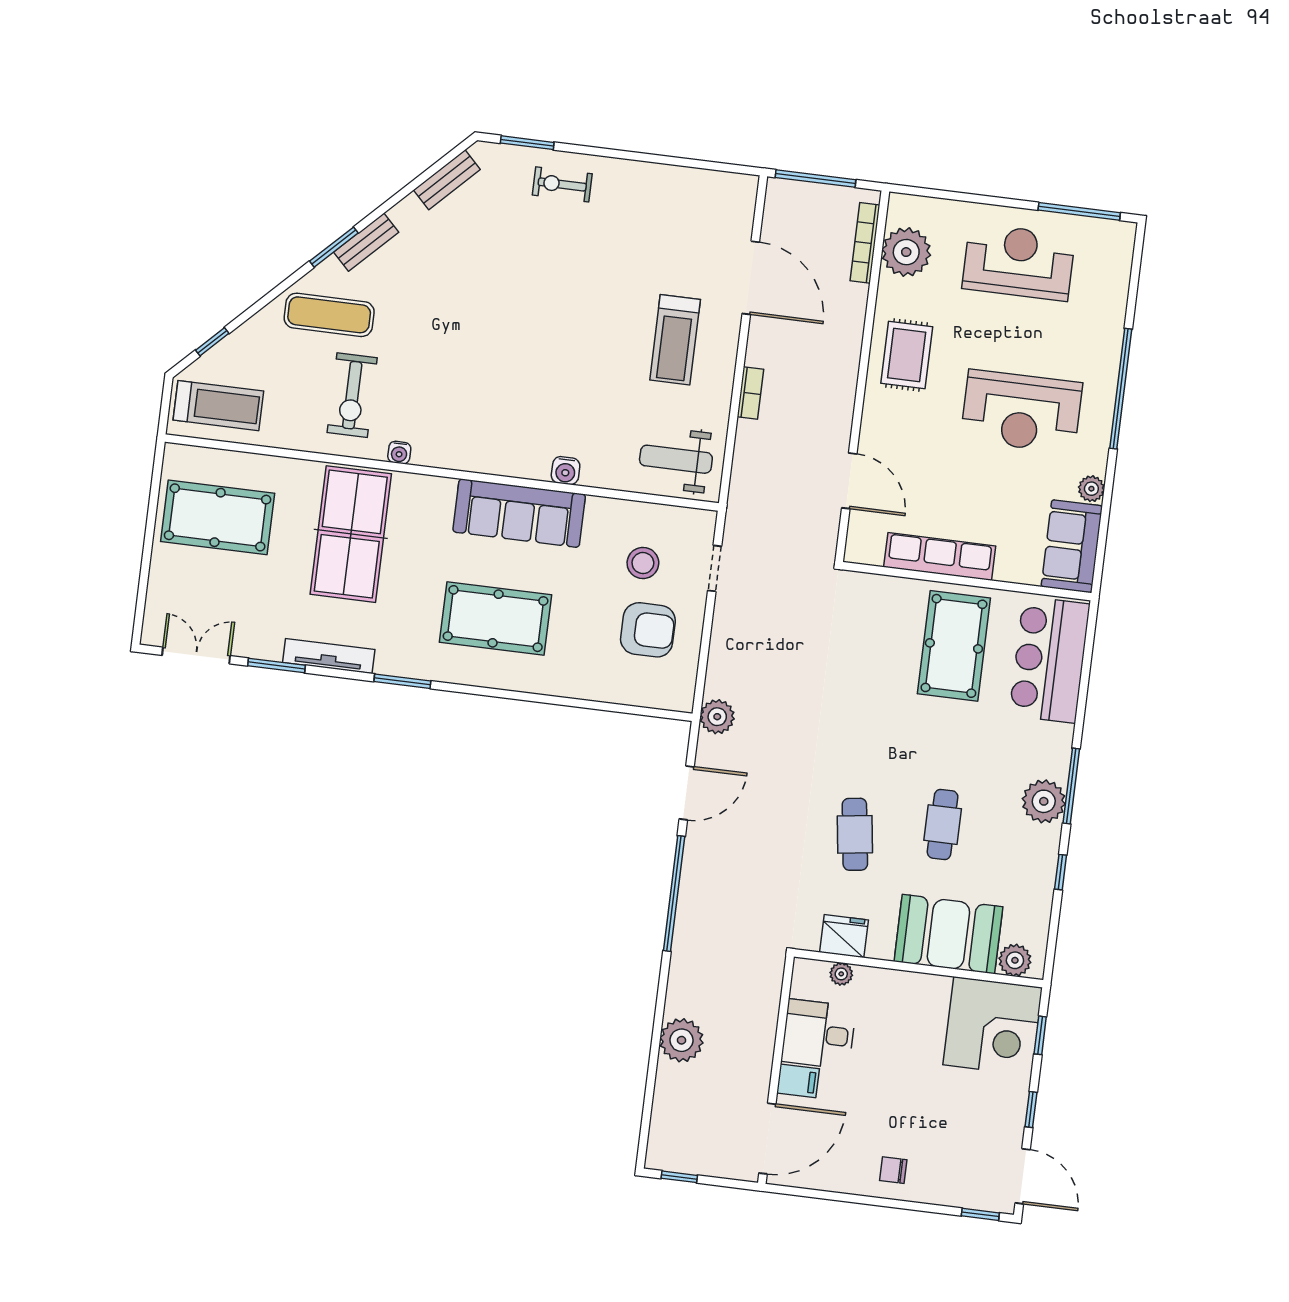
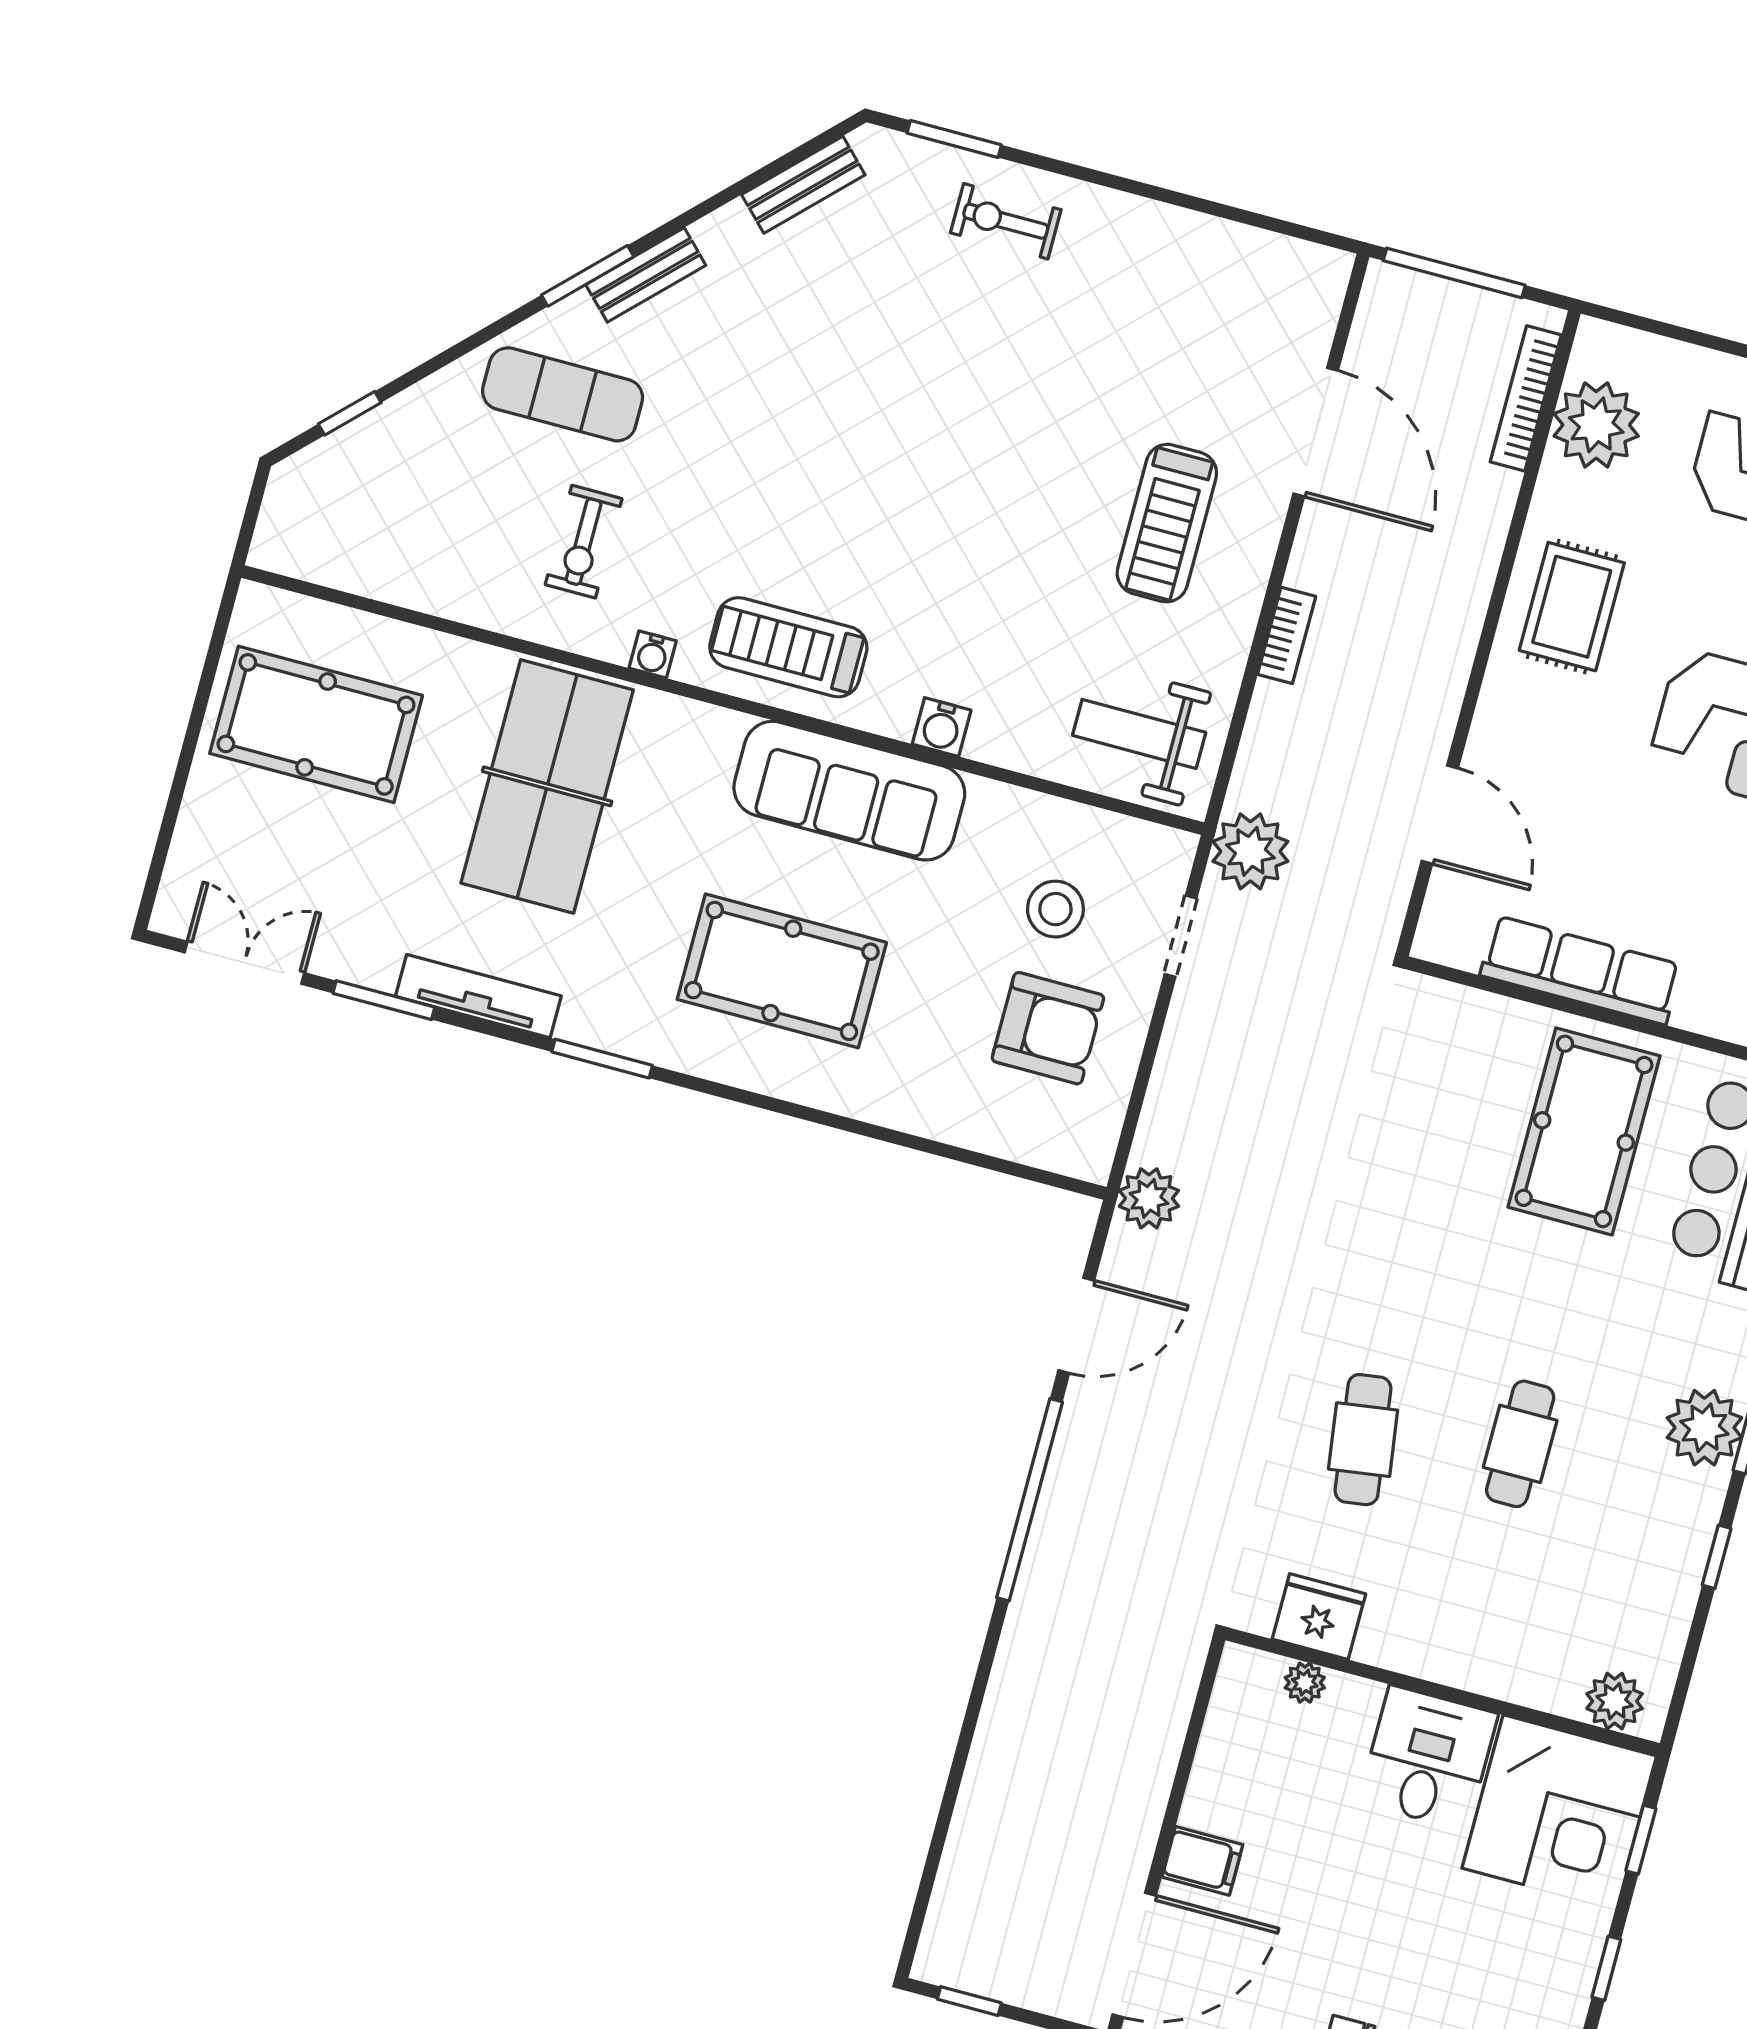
exercise bike: (352, 395) -> (584, 542), width x0.73, depth x0.72
treadmill: (218, 406) -> (788, 647), moved, turned 180
booth: (948, 934) -> (1504, 1639), removed
desk: (819, 1034) -> (1428, 1758), moved, turned 90
plant: (682, 1040) -> (1250, 851), moved

